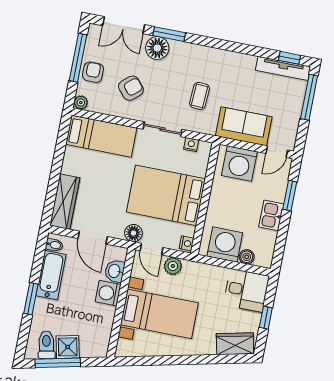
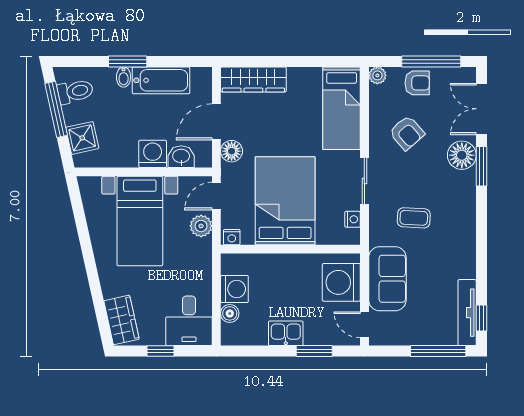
floor lamp: (133, 233) -> (232, 151), moved
washing machine: (225, 244) -> (234, 289), width x0.73, depth x0.73
bidet: (54, 245) -> (124, 77), moved
shower: (68, 347) -> (82, 138), moved

